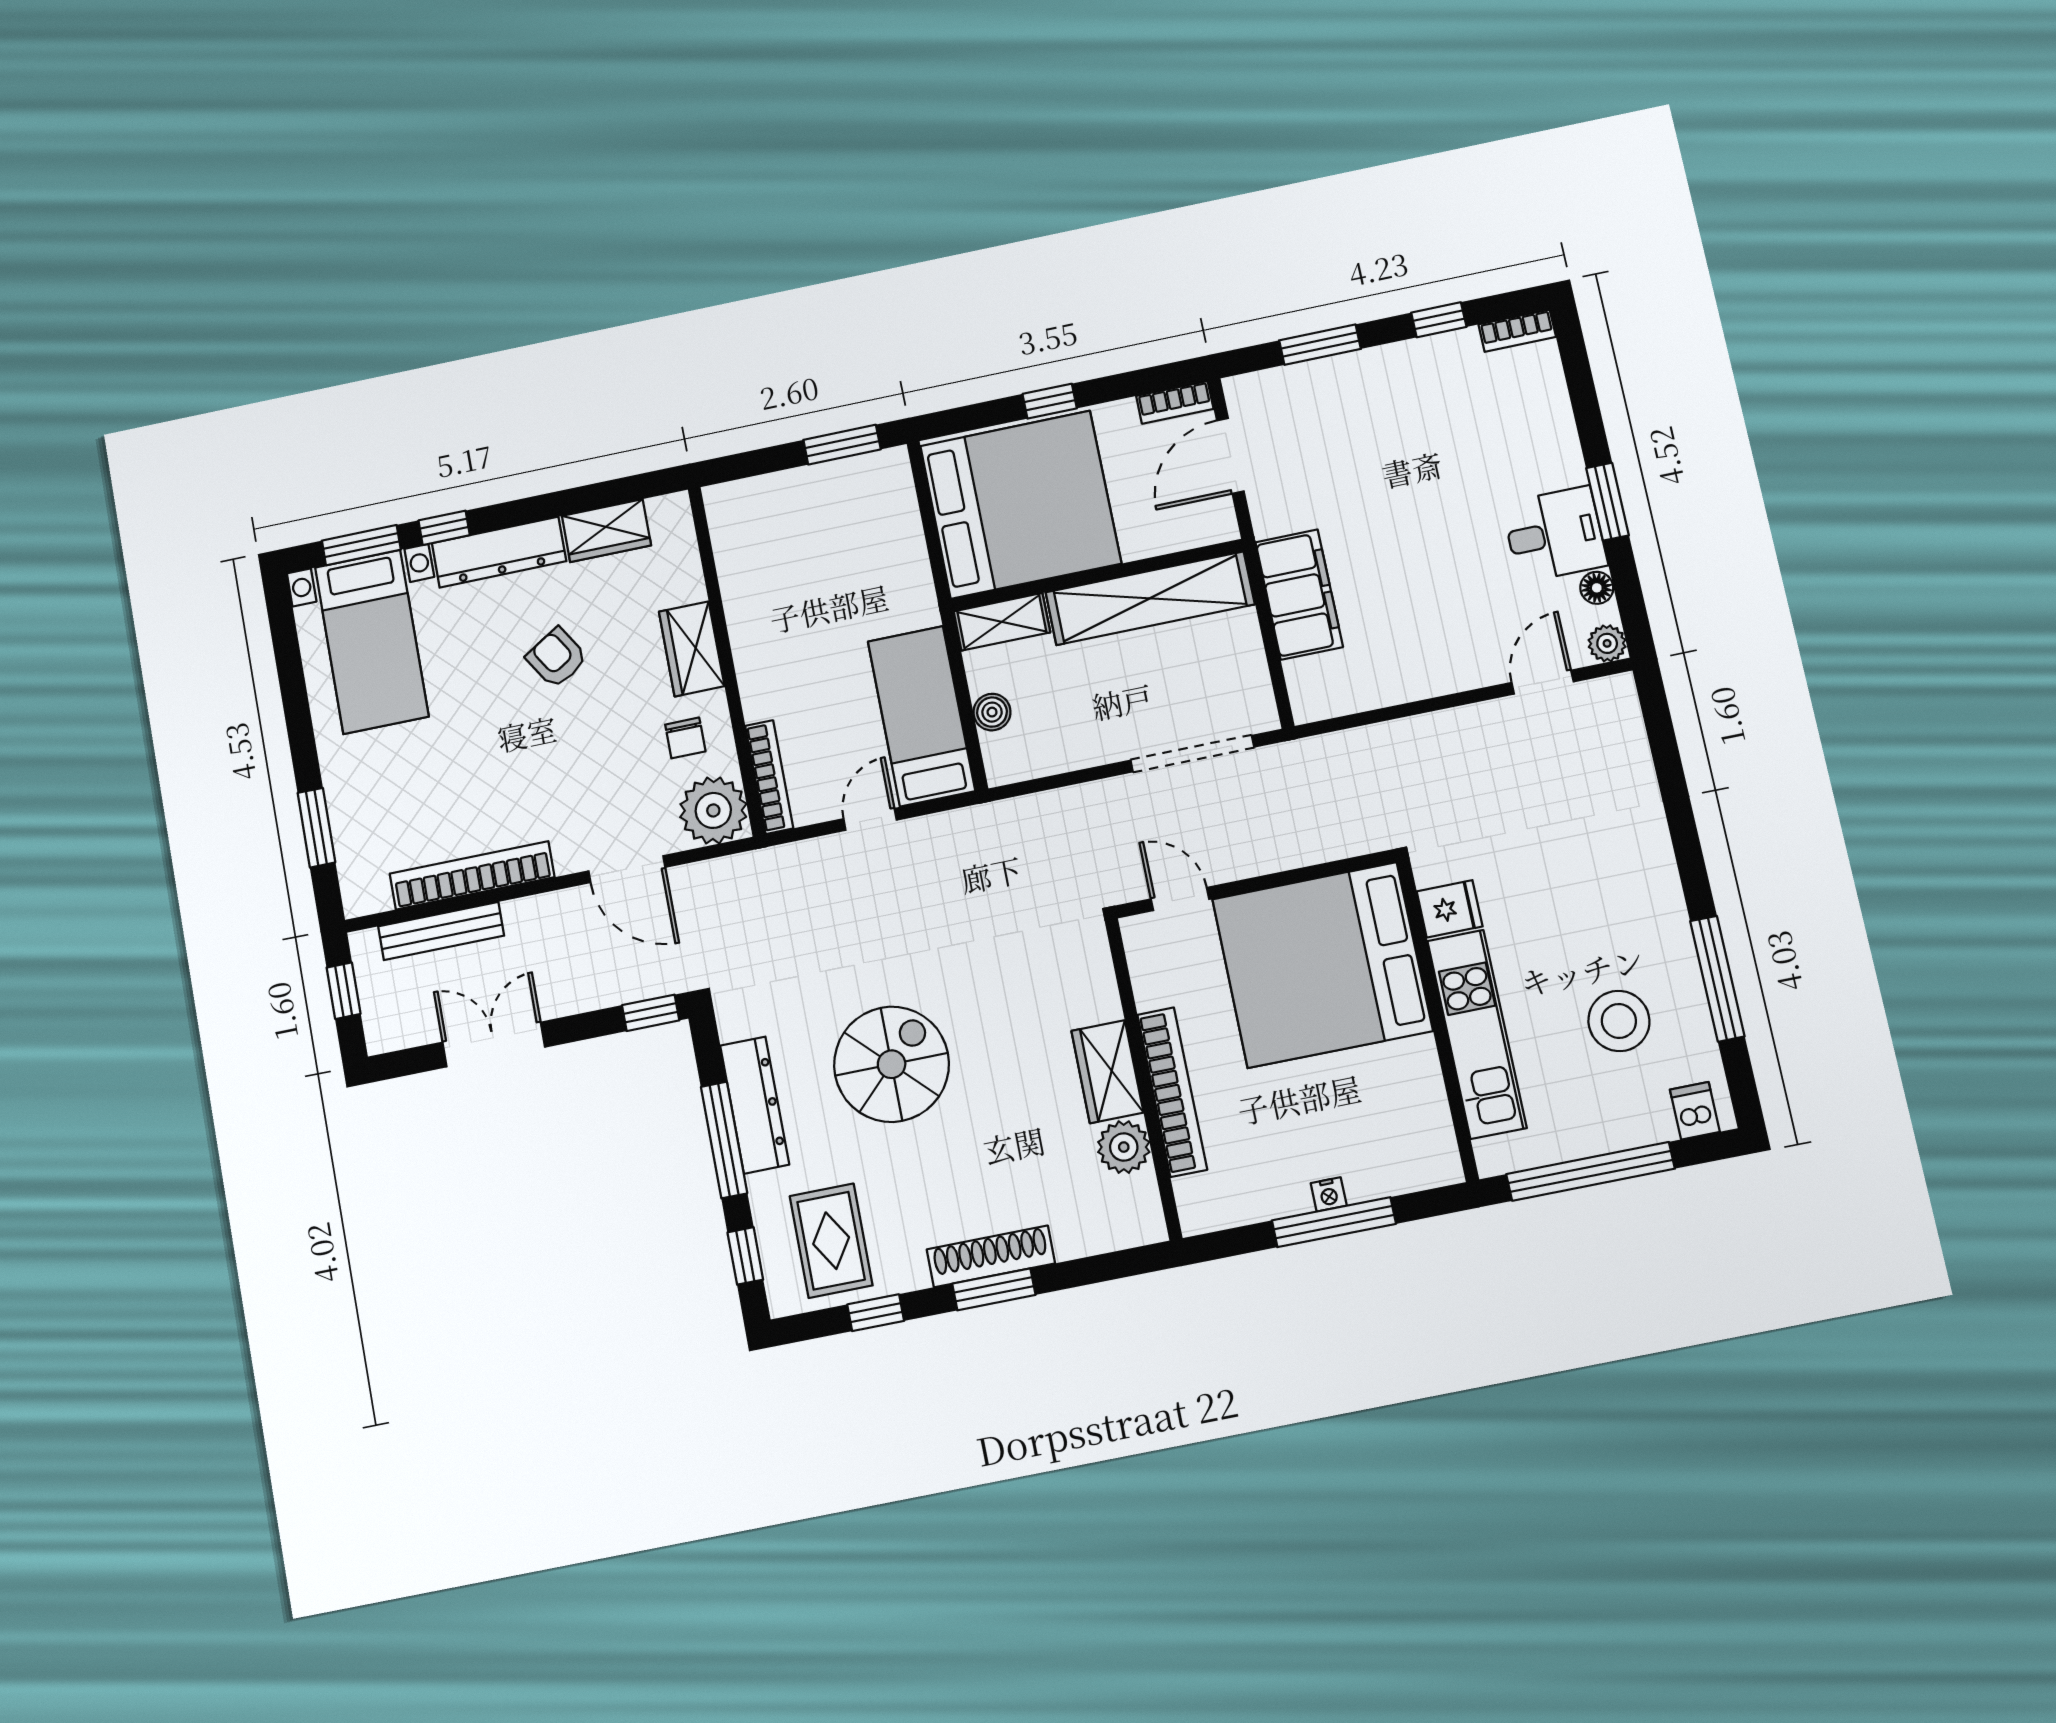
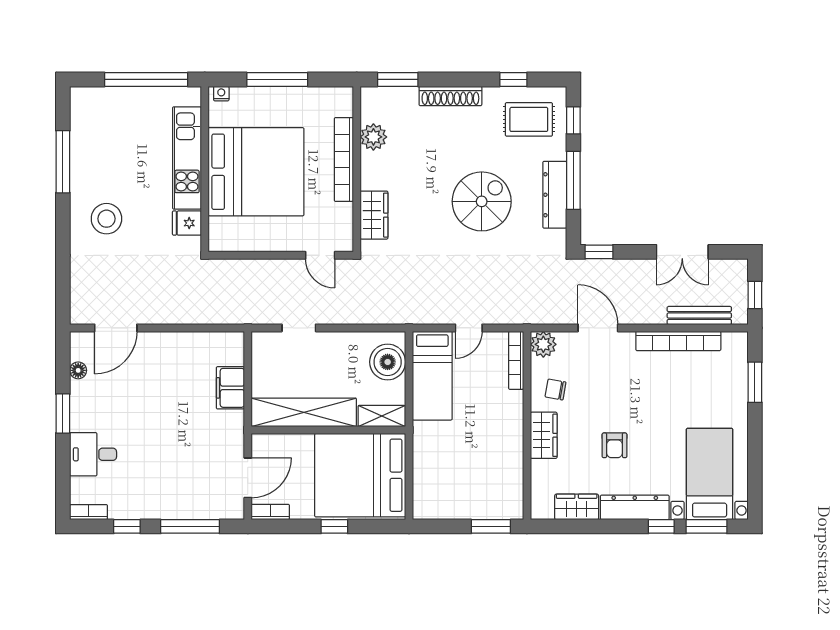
window: (1320, 345) -> (190, 526), width x1.44
window: (842, 445) -> (491, 526), moved
desk: (1554, 534) -> (93, 454), moved
filing cabinet: (1299, 594) -> (230, 388), width x0.67, depth x0.86
plant: (1607, 643) -> (79, 341), removed
armchair: (557, 658) -> (614, 445), turned 32
door: (1543, 682) -> (116, 328), width x1.38
boiler: (992, 712) -> (388, 362), width x1.86, depth x1.86
chair: (685, 738) -> (555, 390), turned -80
doorway: (1192, 754) -> (299, 328), width x0.53
plant: (713, 810) -> (543, 344), width x0.73, depth x0.73
bed: (1322, 965) -> (256, 172), moved
stool: (1619, 1021) -> (106, 219), moved
spiral stairs: (892, 1064) -> (482, 201), turned 180
wardrobe: (1107, 1072) -> (374, 215), moved
dishwasher: (1695, 1111) -> (89, 99), removed
nightstand: (1329, 1194) -> (221, 94), moved
rug: (831, 1241) -> (529, 119), turned 90
window: (994, 1289) -> (398, 79), moved

